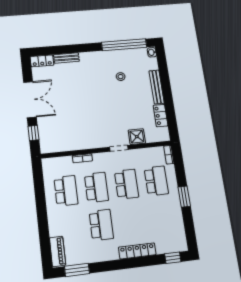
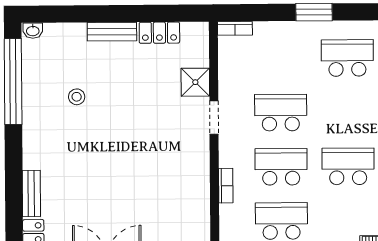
bench: (157, 87) -> (112, 32), width x0.73
school desk: (156, 181) -> (347, 58), moved

